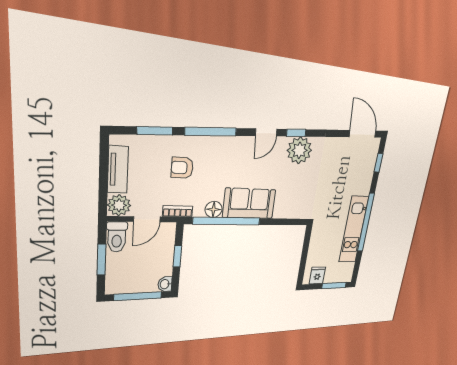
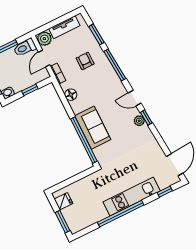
plant: (299, 150) -> (139, 121), width x0.53, depth x0.53
sofa: (249, 203) -> (93, 128), moved
door: (147, 219) -> (44, 58), hinge flipped
window: (227, 221) -> (84, 140), moved
kitchen unit: (354, 230) -> (132, 196), moved

